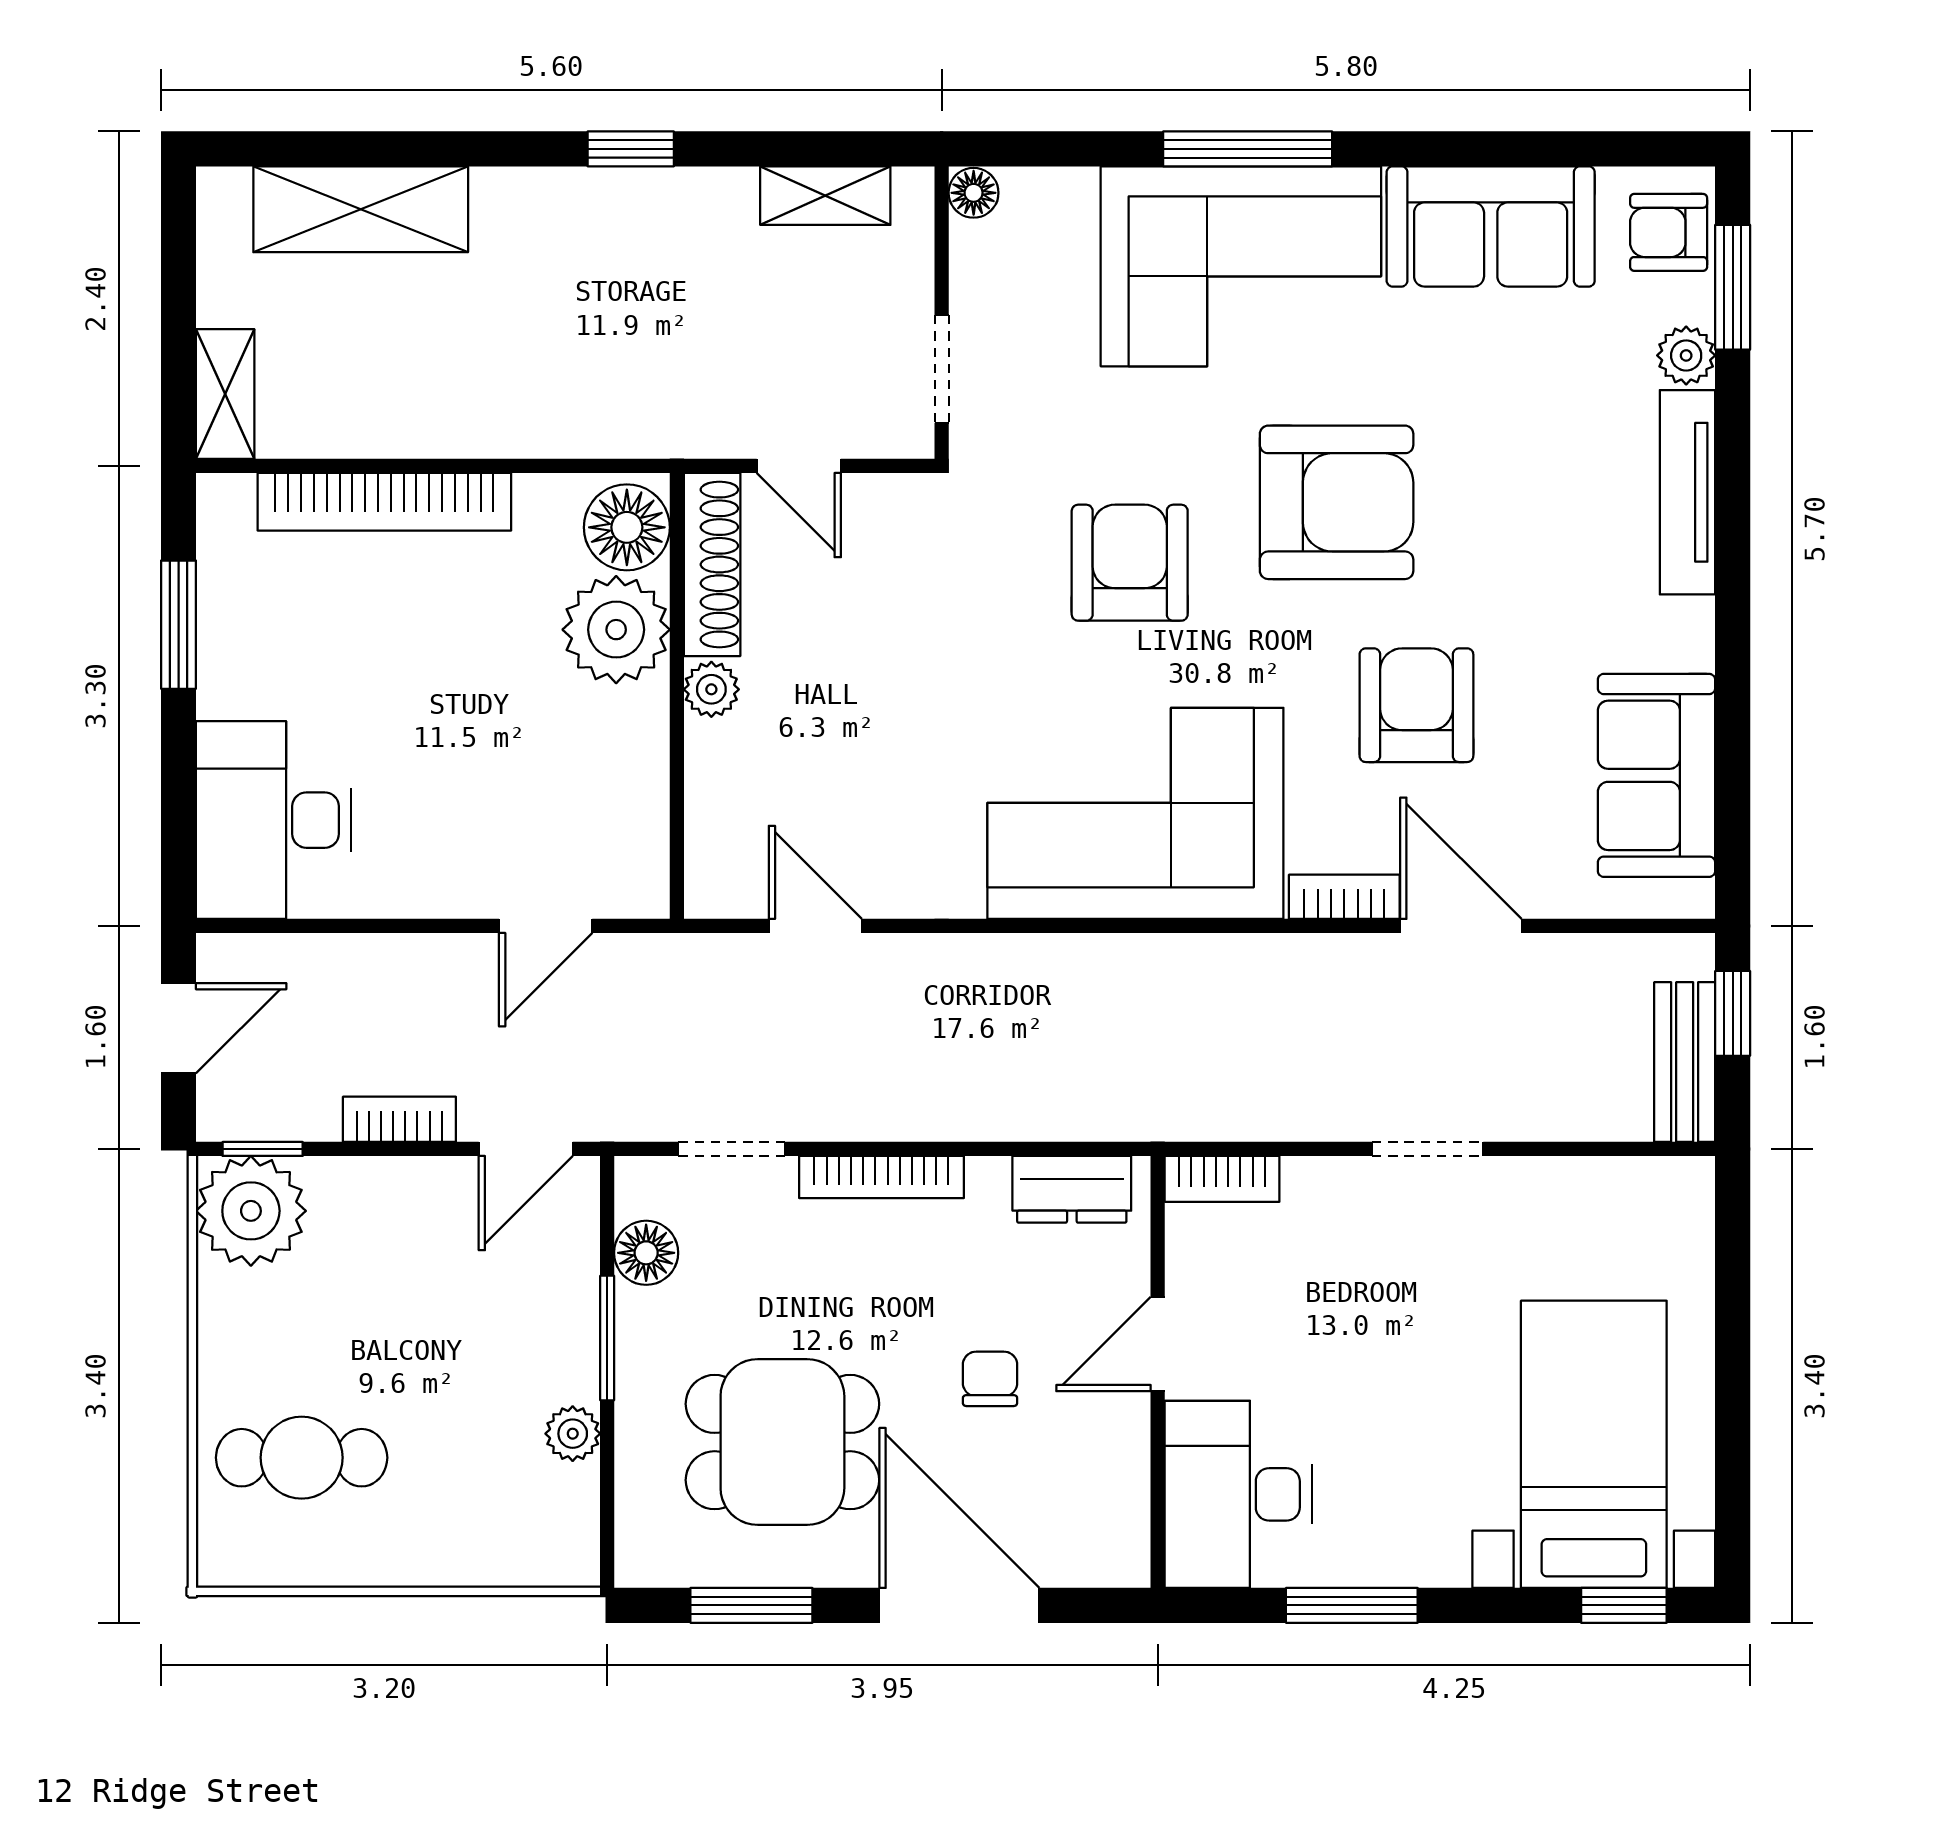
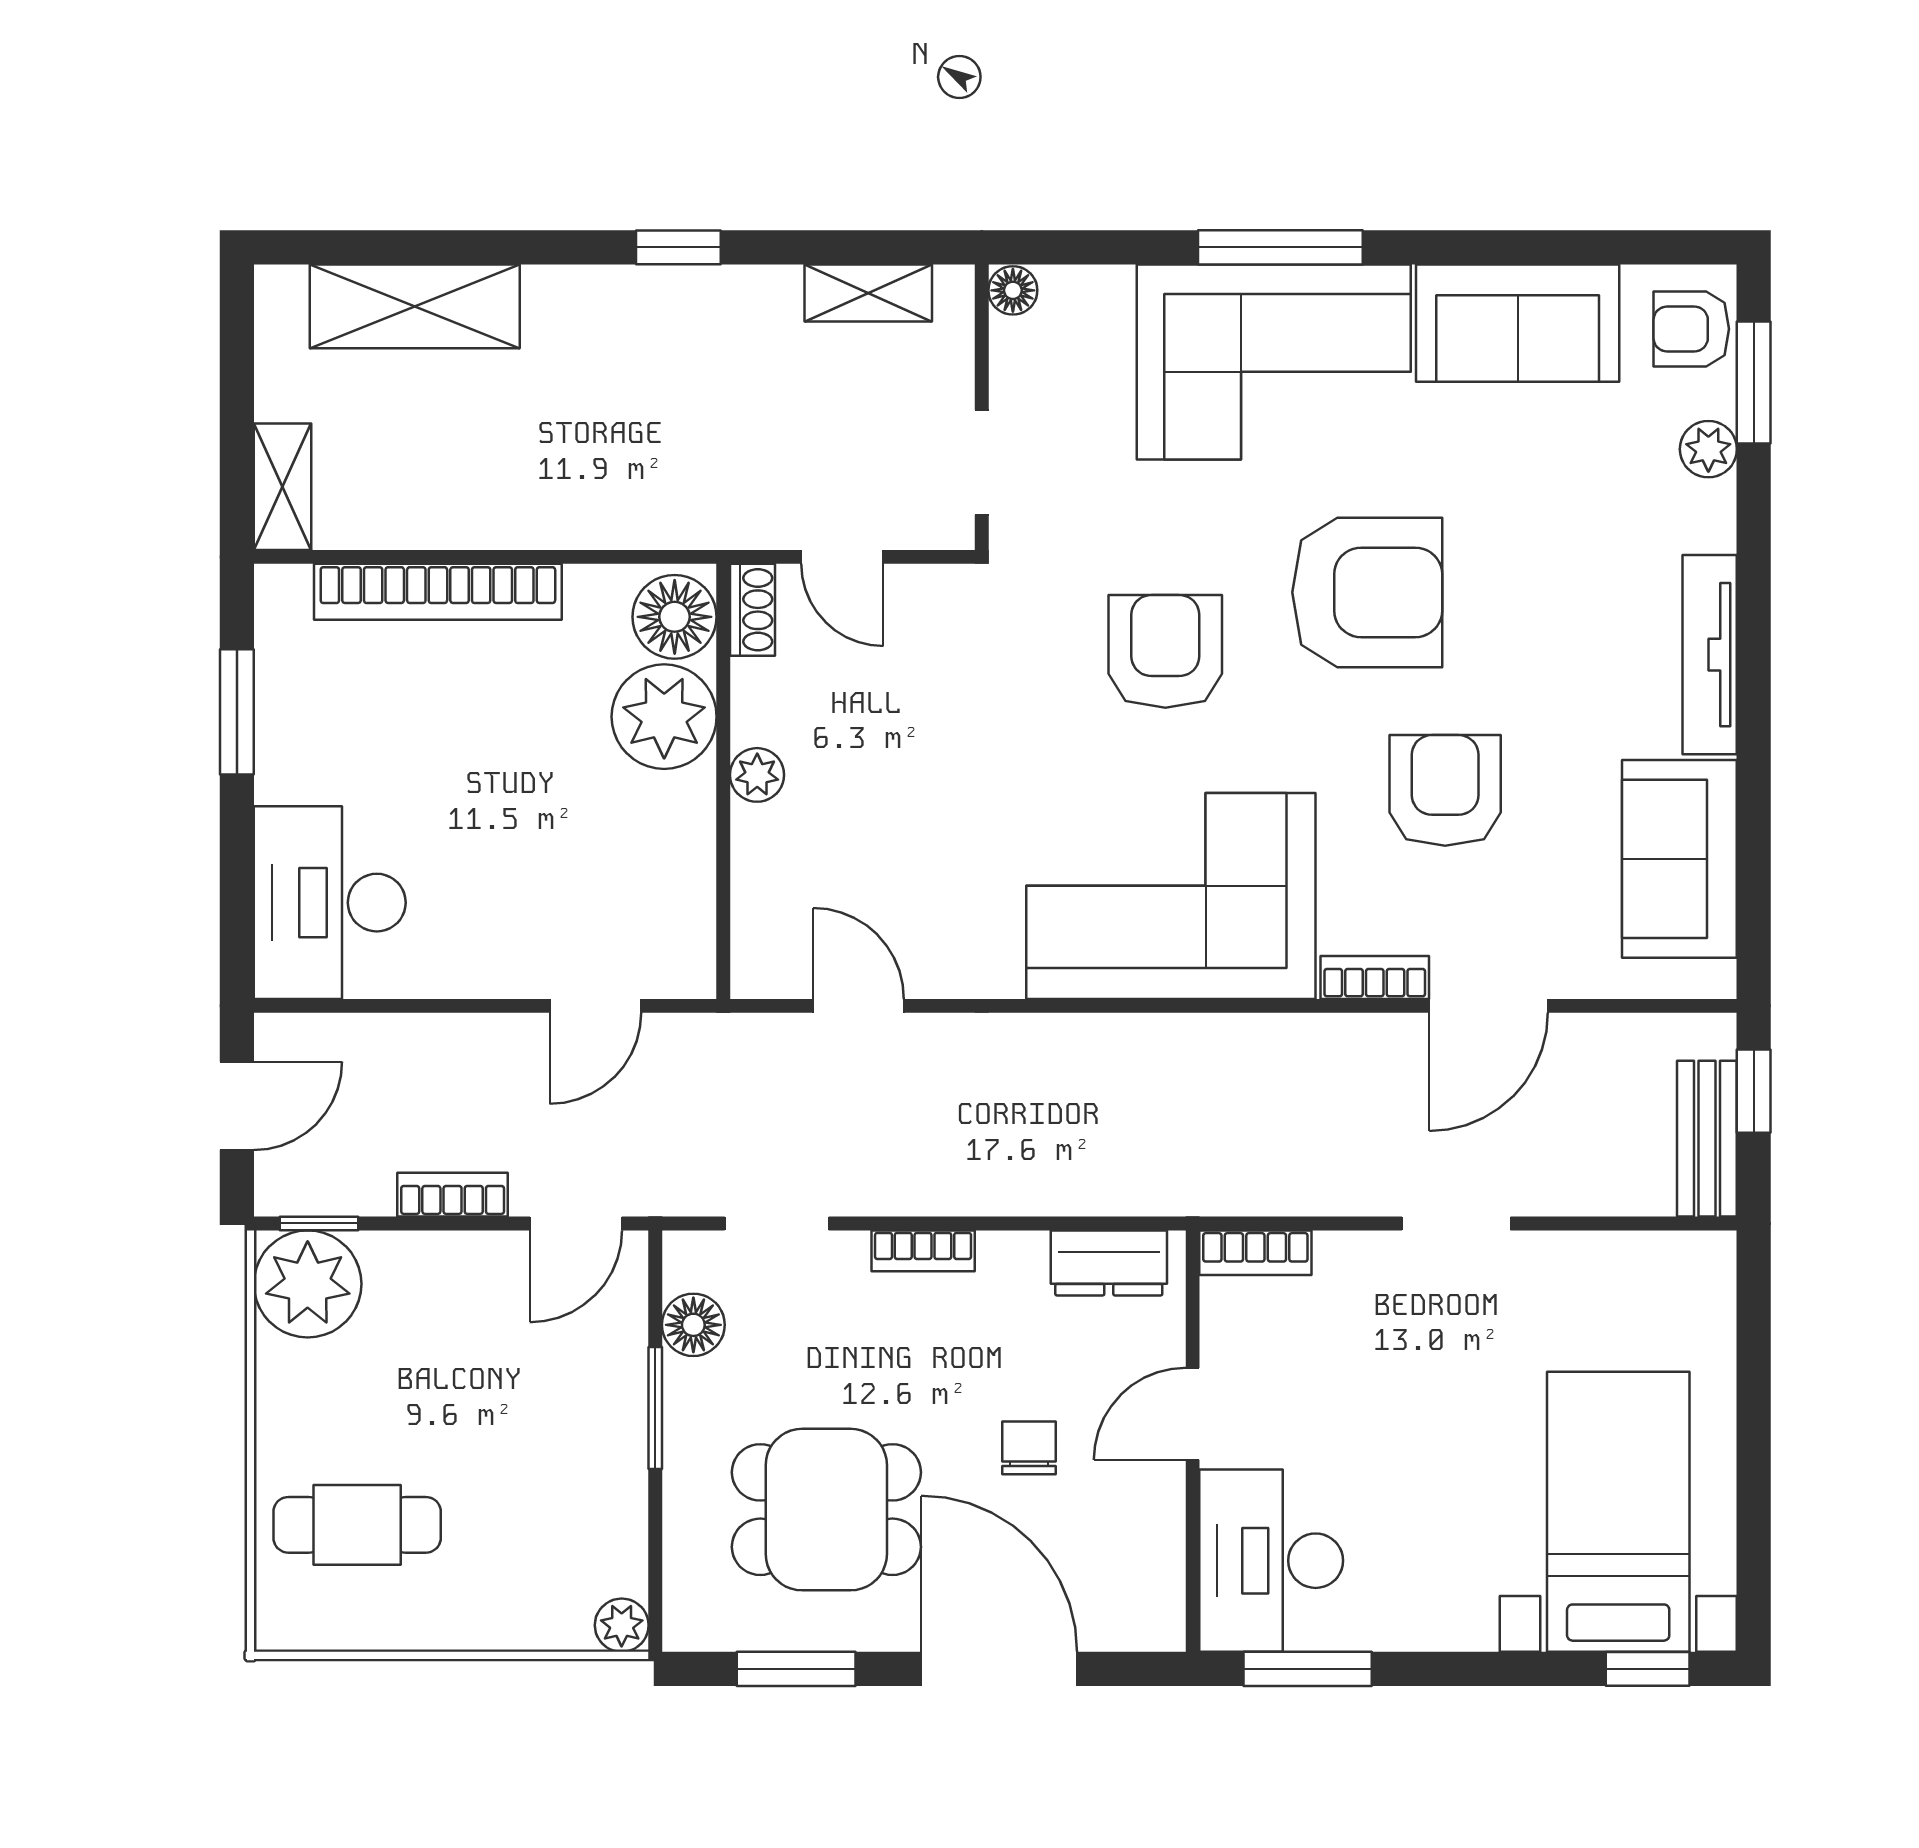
tv unit: (1687, 492) -> (1710, 655), moved
shoe rack: (712, 565) -> (752, 610), width x0.51, depth x0.81
door: (1461, 926) -> (1489, 1006), swing flipped
bookcase: (881, 1177) -> (923, 1251), width x0.64
plant: (573, 1434) -> (622, 1625), moved
window: (1352, 1605) -> (1308, 1669), moved

